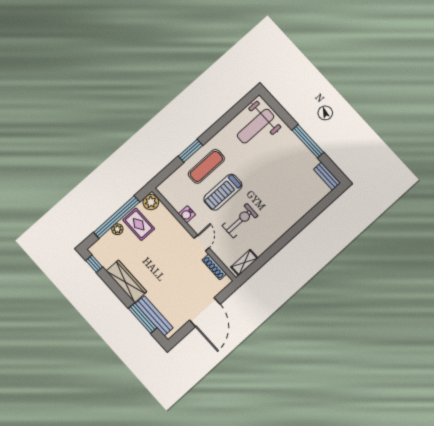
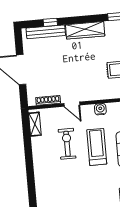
exercise bike: (240, 221) -> (67, 144), turned 180
window: (143, 318) -> (50, 22), width x0.46

